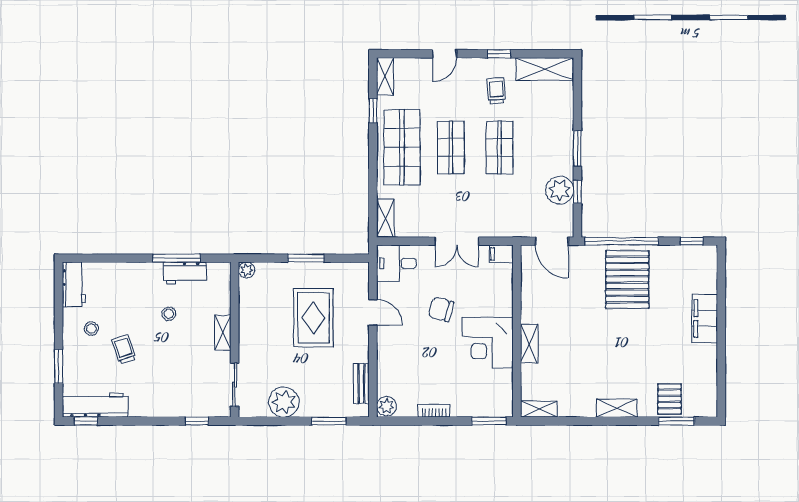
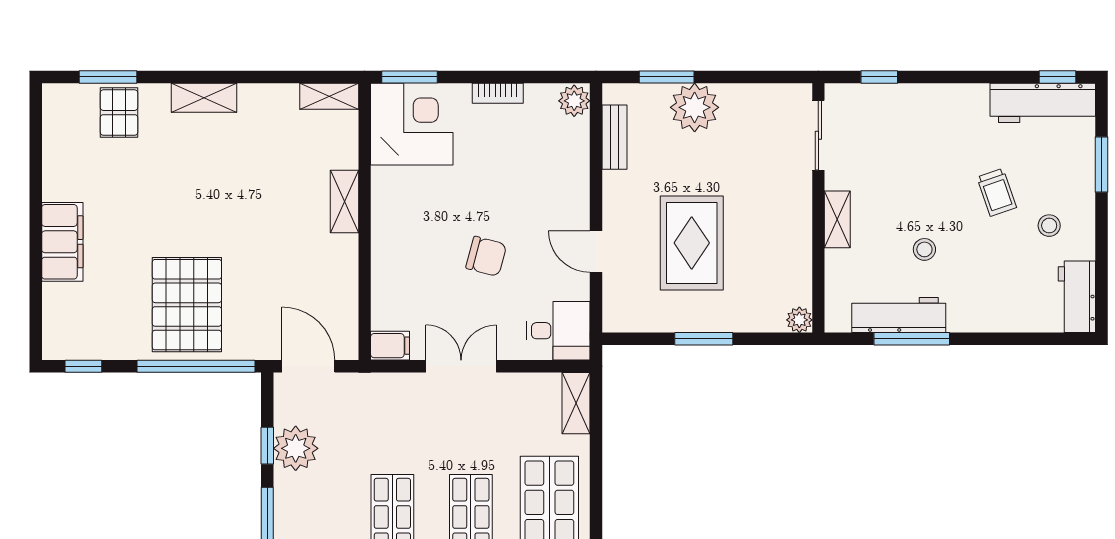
workbench: (185, 273) -> (899, 315), width x1.37
corner desk: (487, 342) -> (412, 124), moved
plant: (284, 402) -> (695, 107), moved

